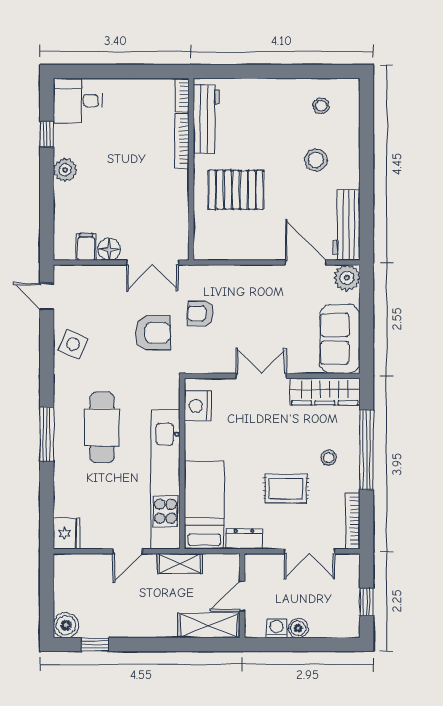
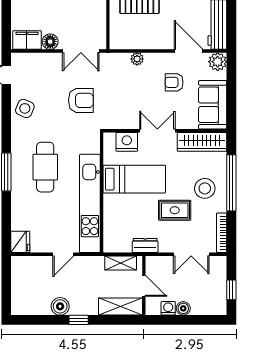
filing cabinet: (86, 247) -> (27, 40), width x2.00
plant: (233, 274) -> (137, 59), added
armchair: (200, 313) -> (174, 82), moved
nightstand: (198, 406) -> (127, 142), moved, turned 90
stool: (329, 458) -> (205, 188), width x1.89, depth x1.89
bed: (204, 505) -> (134, 179), moved, turned 90
shelving: (180, 564) -> (121, 263), moved
door: (242, 596) -> (144, 286), swing flipped
boiler: (66, 625) -> (60, 306), moved
window: (95, 645) -> (79, 320), moved

